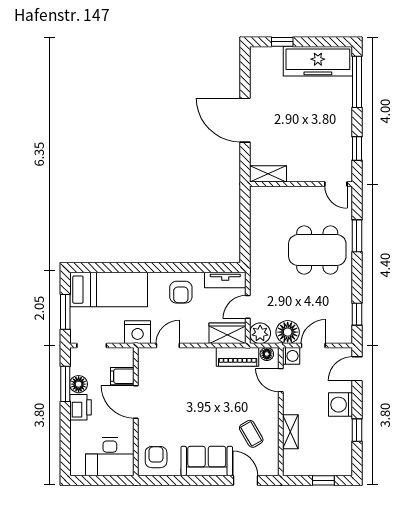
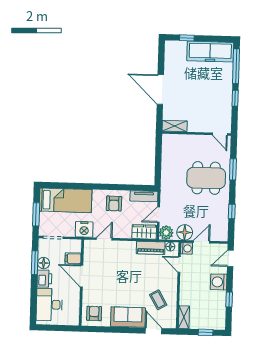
window: (357, 149) -> (235, 98), moved
window: (357, 314) -> (232, 211), moved
shelving: (290, 432) -> (184, 317), moved
desk: (110, 457) -> (49, 305), moved, turned 90

